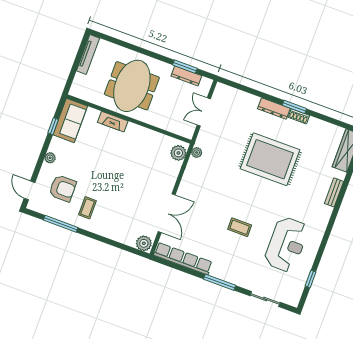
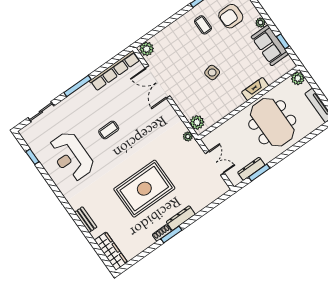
plant: (77, 90) -> (298, 78), added
sofa: (70, 120) -> (270, 45), moved
side table: (124, 170) -> (212, 72), added

